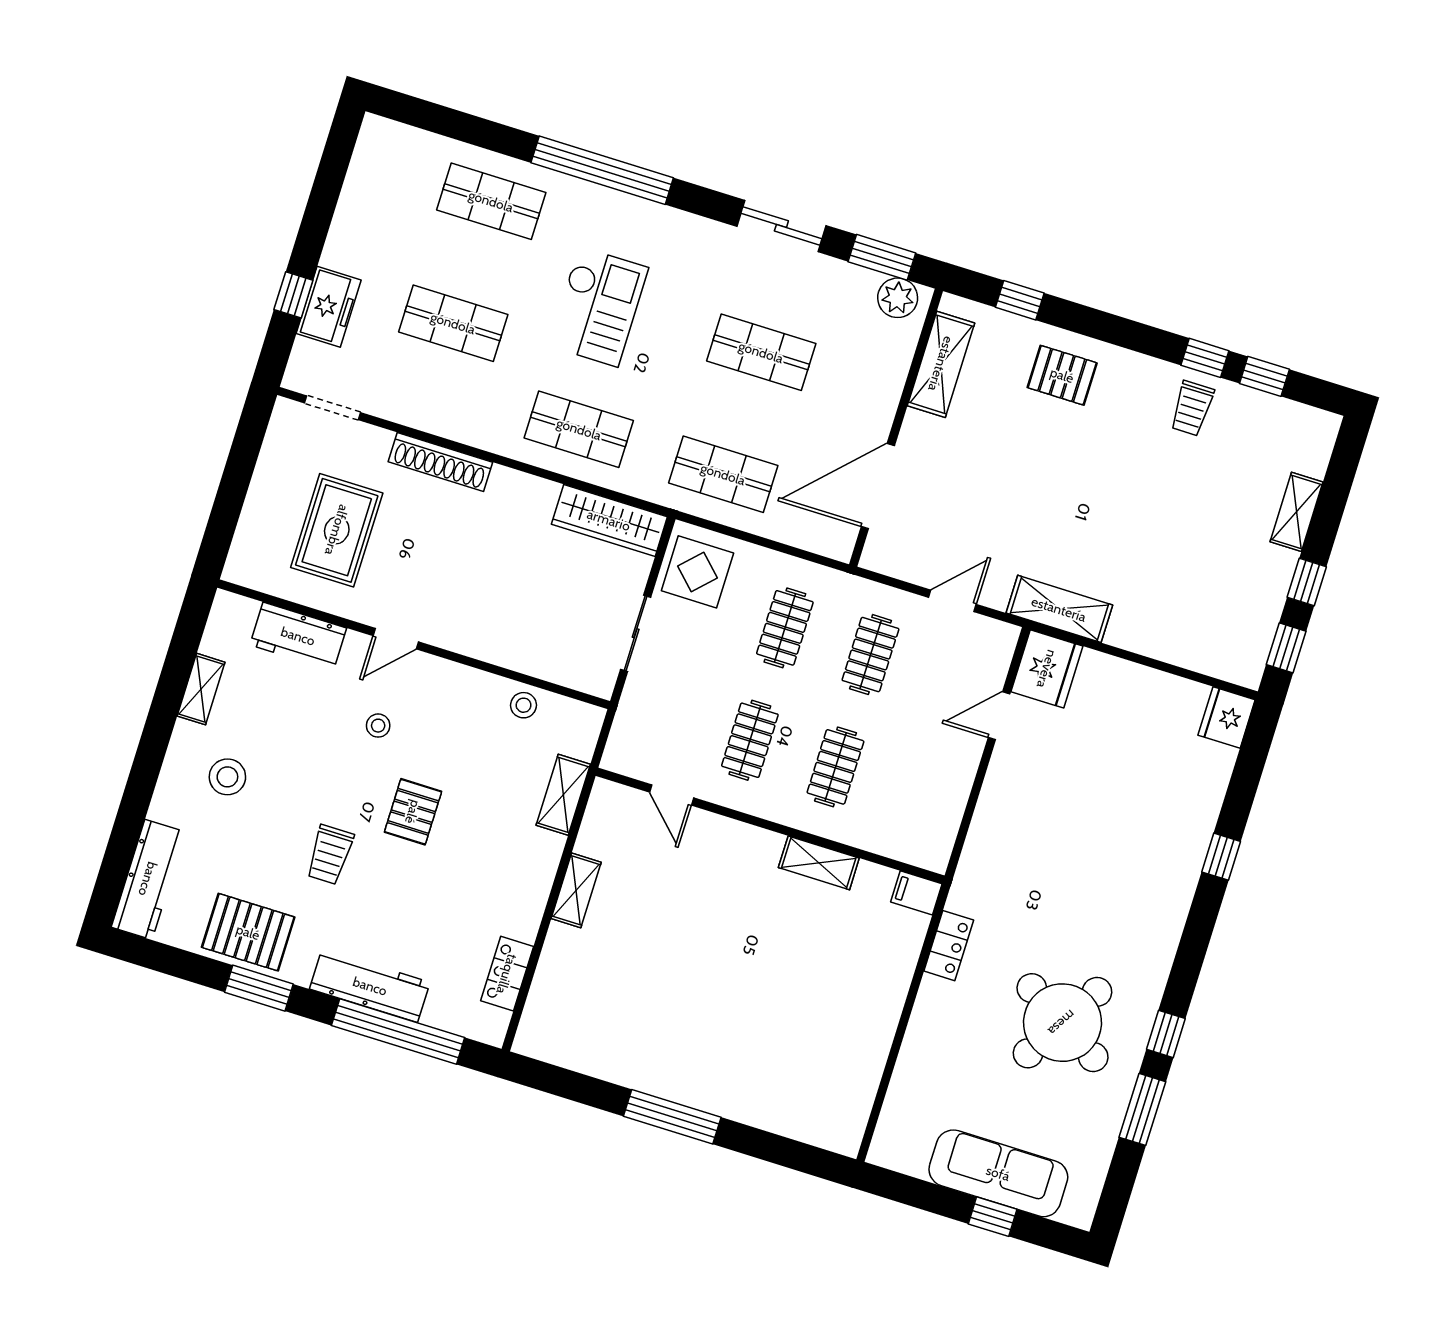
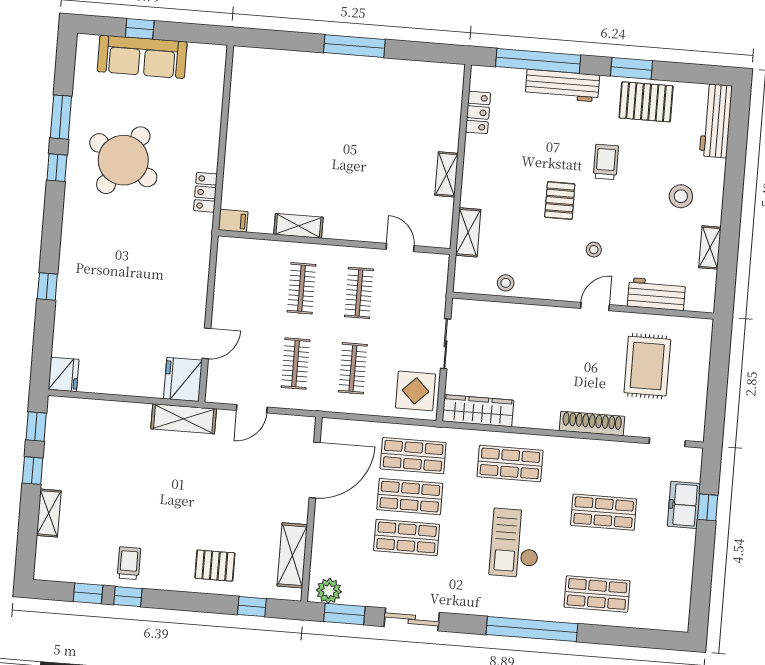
shop shelf: (742, 413) -> (410, 497), added

